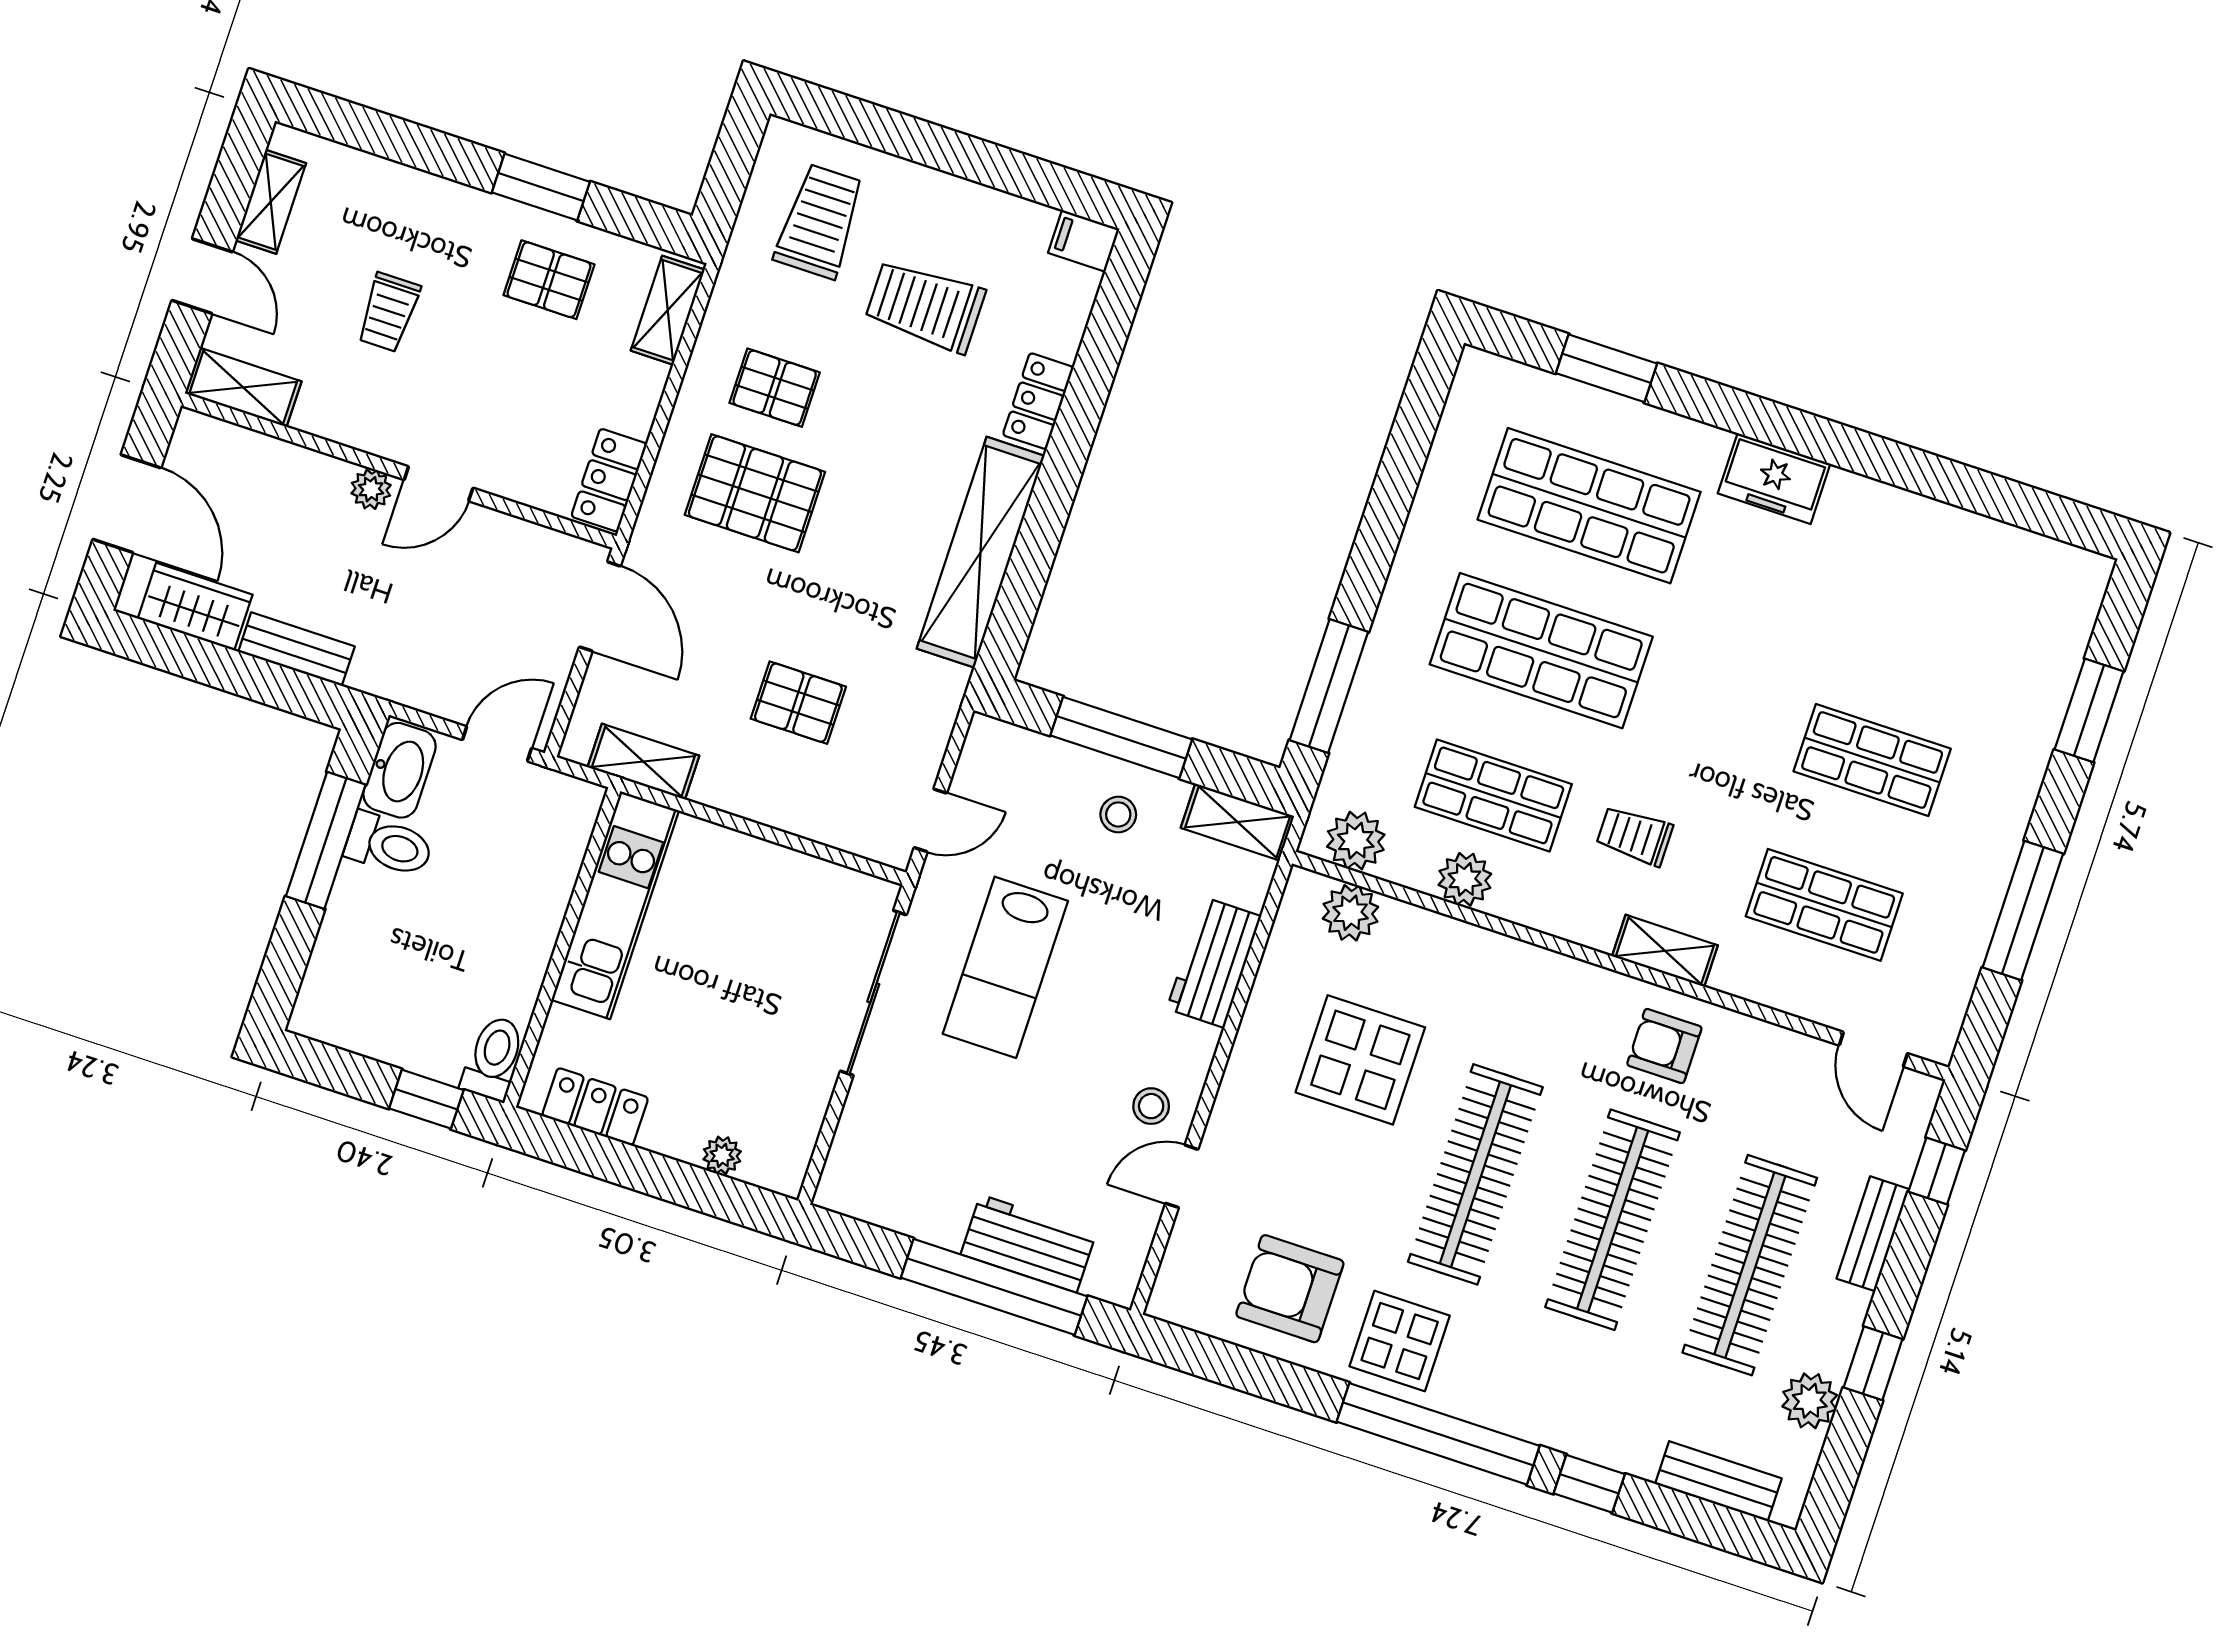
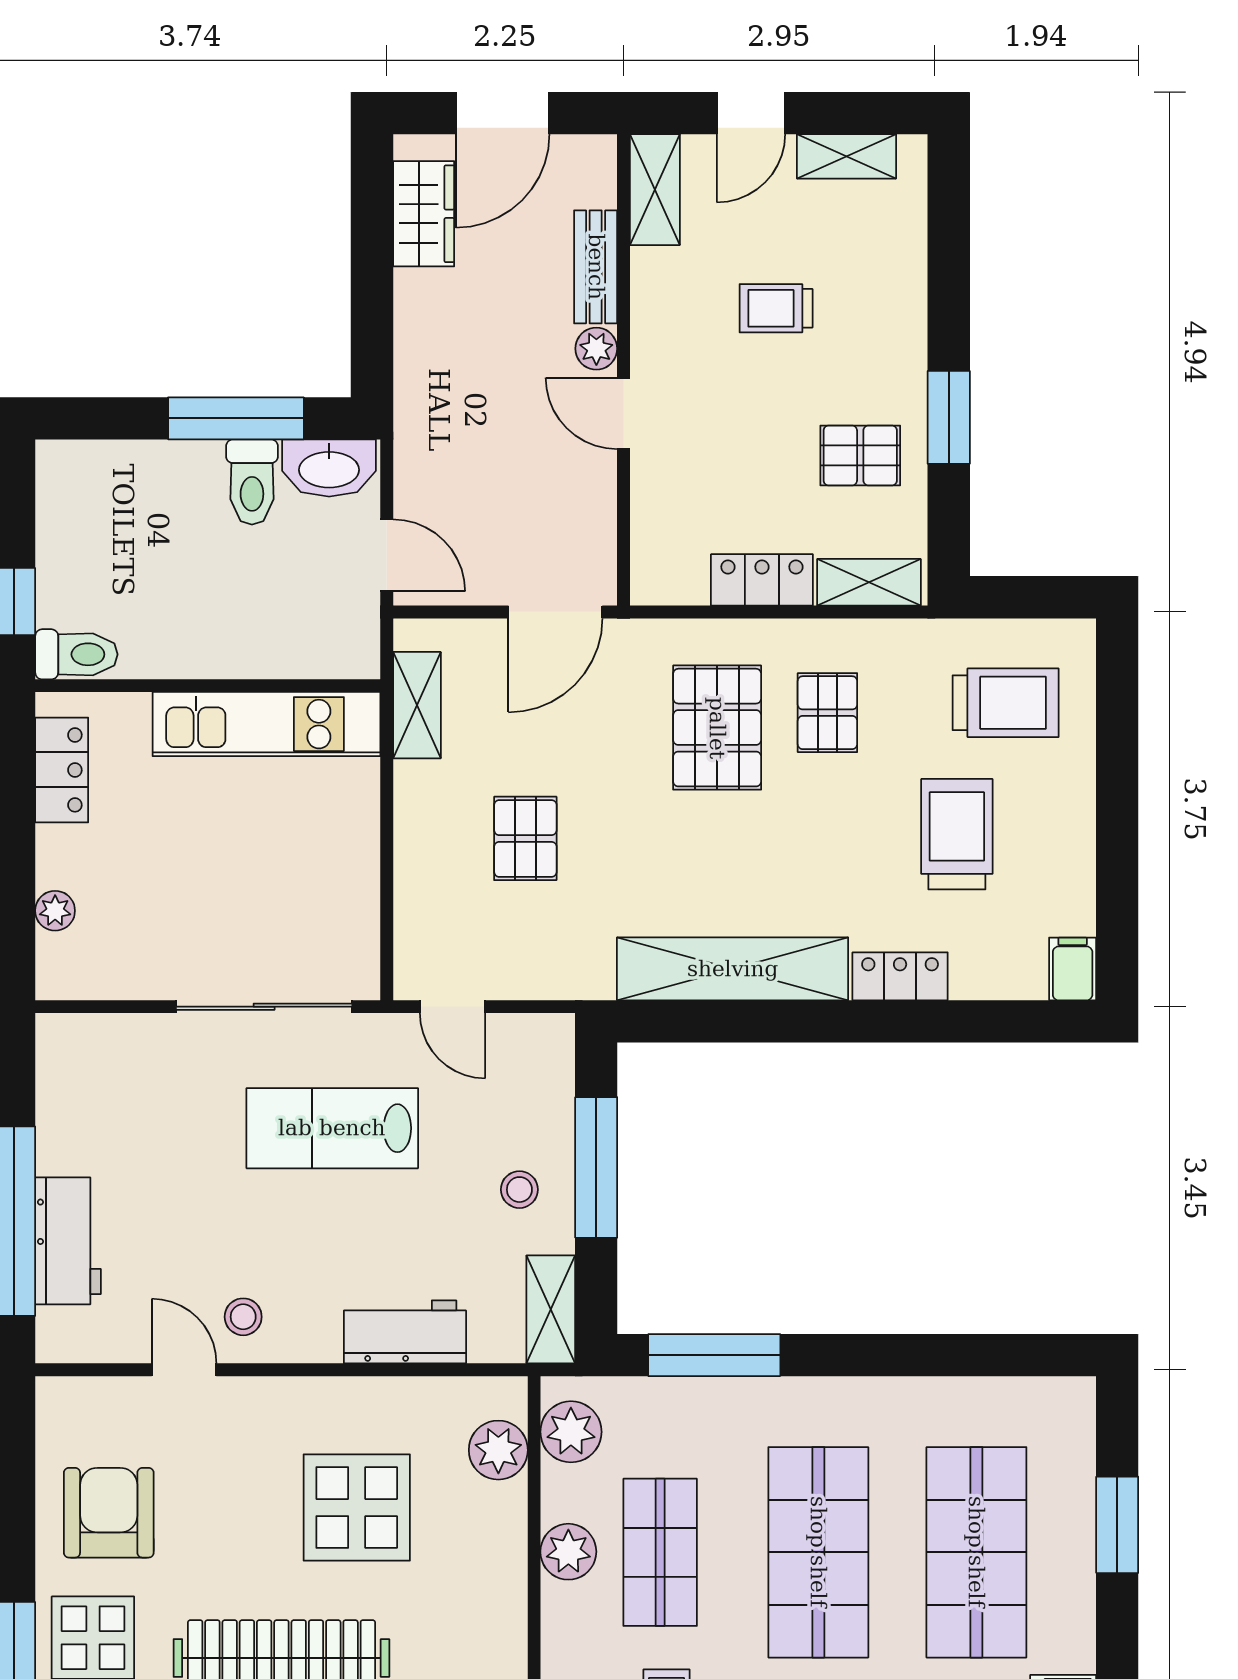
pallet: (549, 280) -> (860, 455), turned 90
locker: (609, 480) -> (762, 580), moved
bench: (296, 649) -> (596, 267), moved

